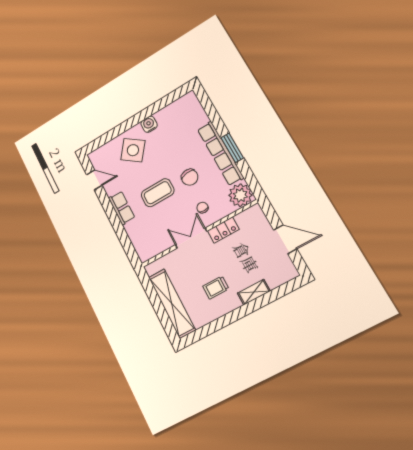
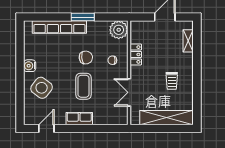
row of seats: (220, 153) -> (59, 27), moved
double door: (191, 238) -> (129, 92), moved
shelving: (254, 292) -> (188, 41), moved

